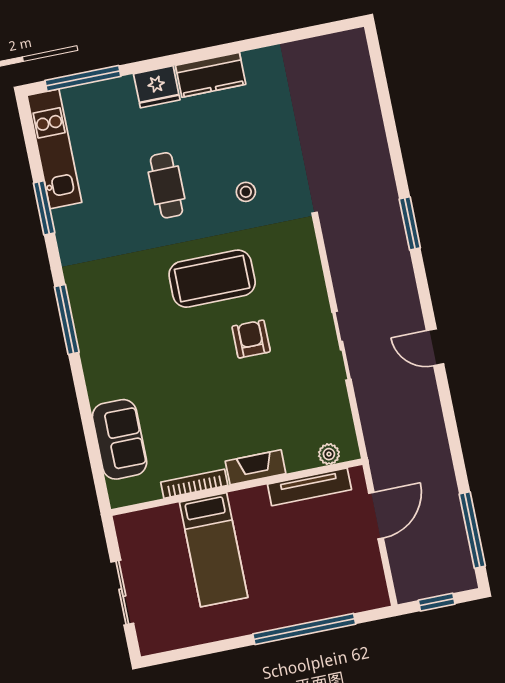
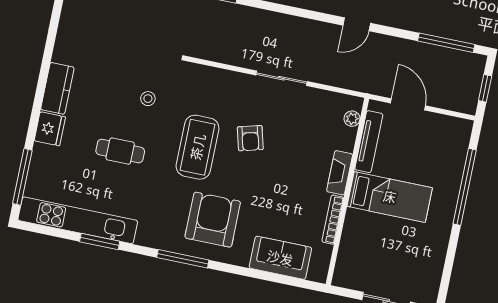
kitchen unit: (54, 149) -> (78, 220), width x1.36
armchair: (131, 336) -> (213, 220), added
armchair: (251, 339) -> (250, 138), turned -105
door: (435, 347) -> (357, 24), moved
bed: (214, 550) -> (390, 197), moved

